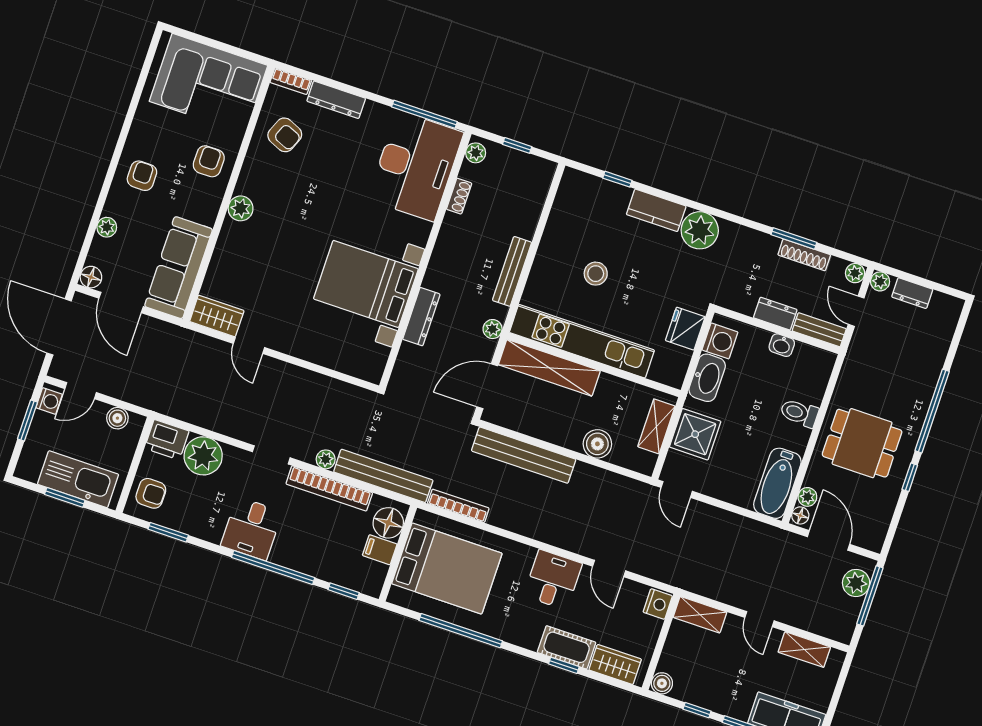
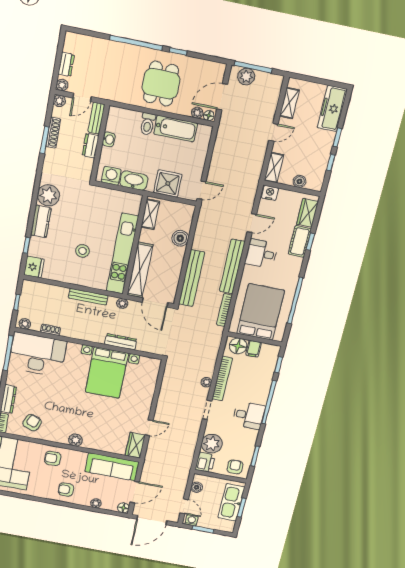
fridge: (685, 329) -> (34, 267), moved, turned -90
shelving: (656, 426) -> (150, 214), moved, turned 90
bench: (383, 476) -> (232, 266), moved
bathtub: (777, 483) -> (176, 129), moved
boiler: (662, 683) -> (299, 181), moved

